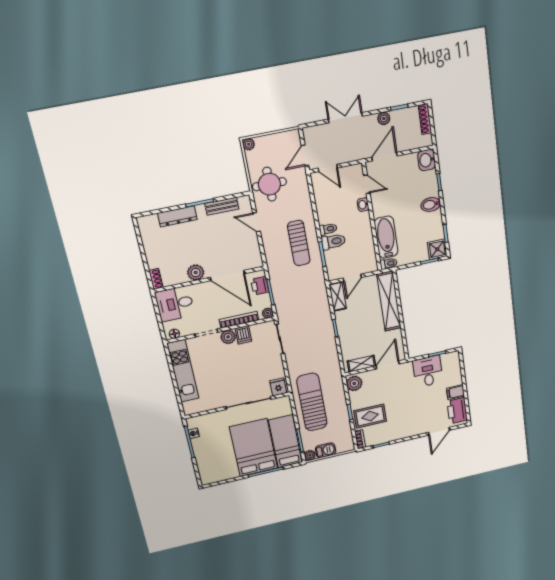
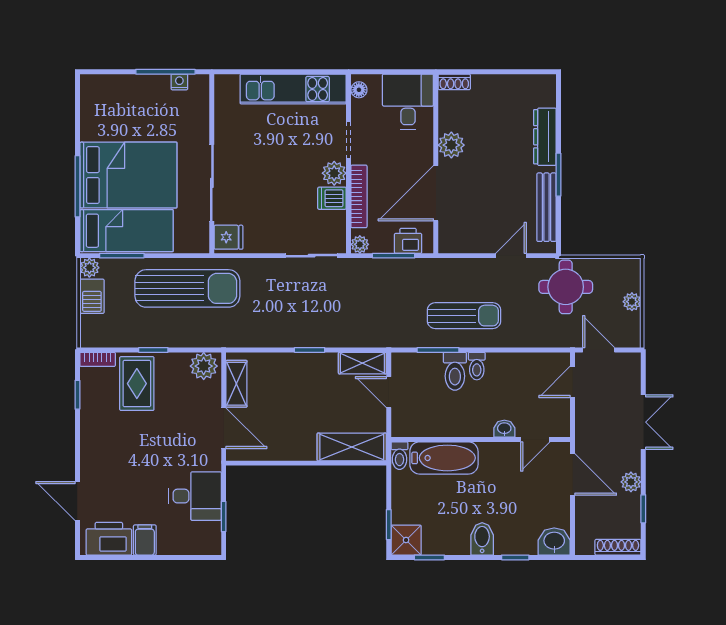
plant: (249, 144) -> (632, 302), moved
bench: (222, 206) -> (547, 207), width x1.36
sun lounger: (299, 243) -> (464, 316), turned 180
shelving: (389, 301) -> (352, 447), width x0.68

